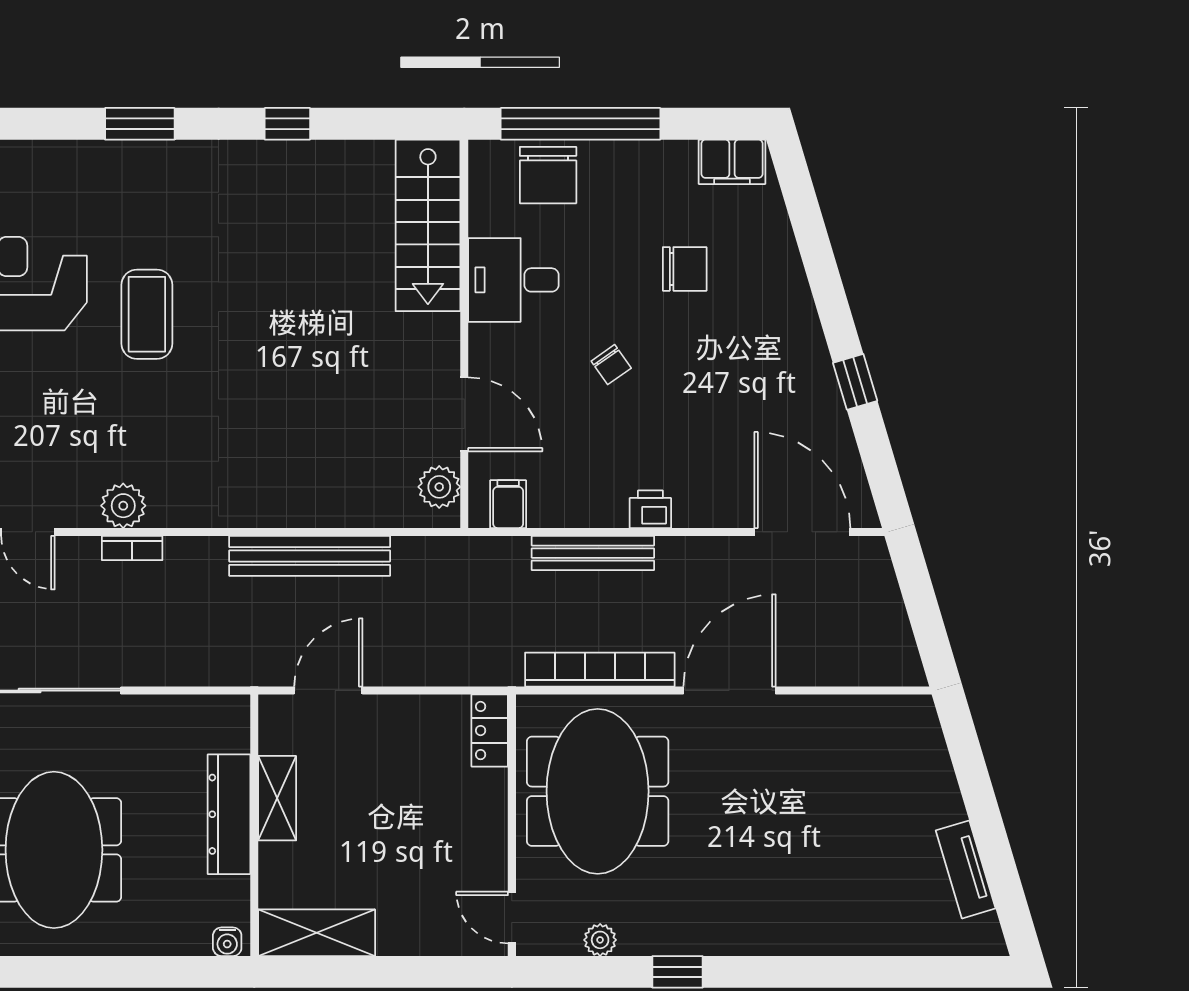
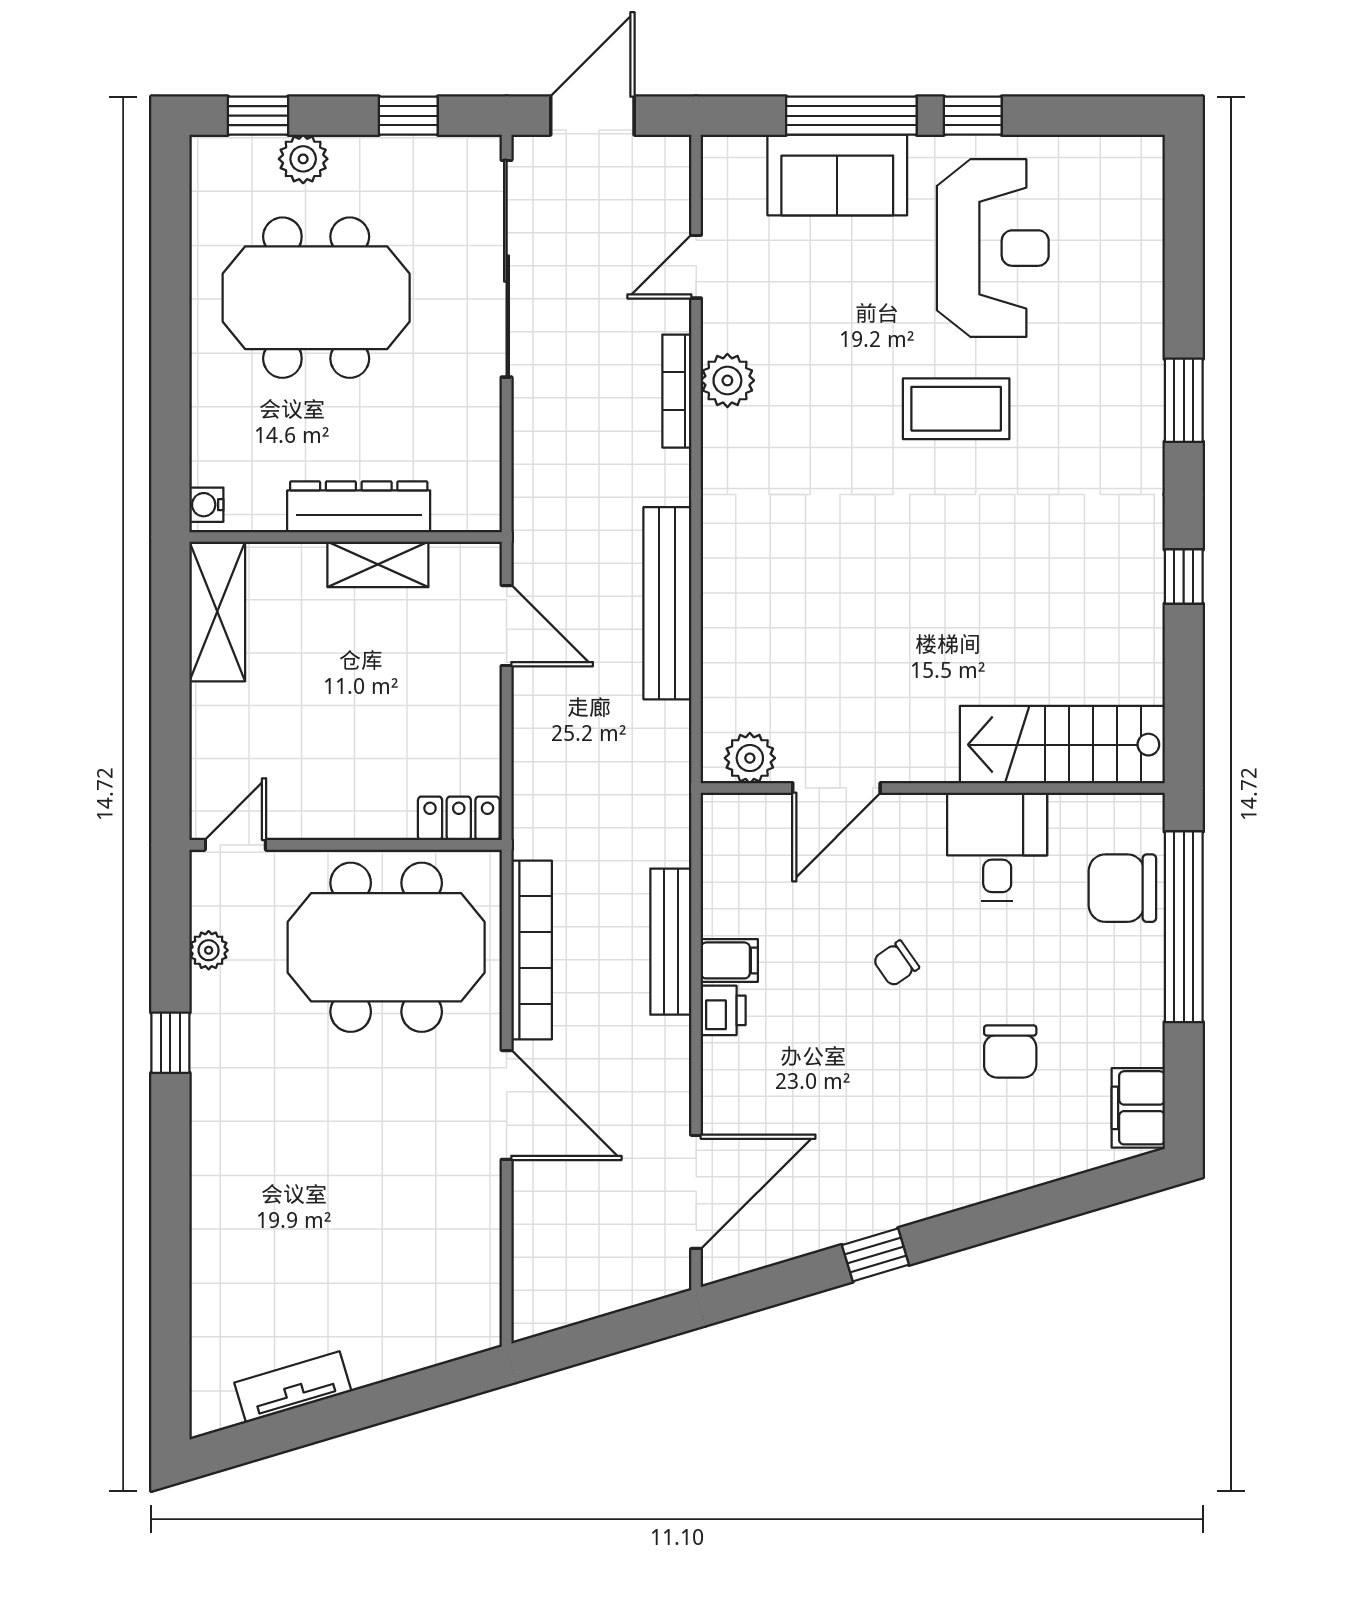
filing cabinet: (508, 504) -> (729, 960), moved
bookcase: (132, 548) -> (677, 391), width x1.56

